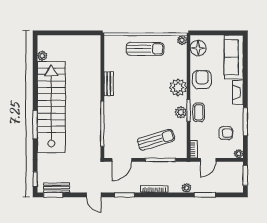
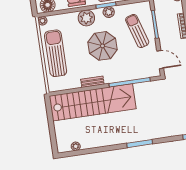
sun lounger: (145, 49) -> (56, 53), width x1.36, depth x1.34
parasol: (146, 100) -> (103, 46), added
stairs: (51, 107) -> (93, 102), moved, turned 180

